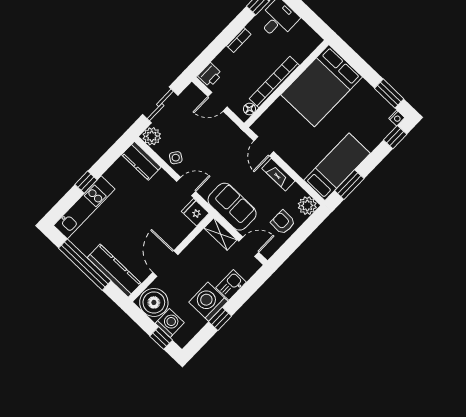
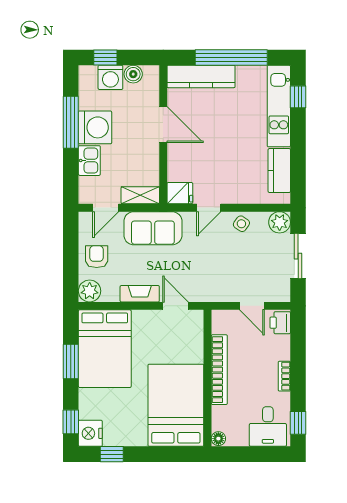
window: (389, 94) -> (112, 454), width x0.67
door: (217, 102) -> (252, 306), swing flipped
floor lamp: (250, 109) -> (218, 439), moved
nightstand: (397, 118) -> (90, 433), width x1.89, depth x1.79
kitchen counter: (141, 161) -> (279, 171), moved, turned -90
bed: (337, 167) -> (105, 349), width x1.50
window: (86, 182) -> (298, 97), moved
window: (349, 185) -> (71, 361), moved
armchair: (283, 222) -> (97, 257), turned -91
boiler: (154, 302) -> (133, 74), width x0.54, depth x0.54
window: (220, 319) -> (71, 122), width x2.17

